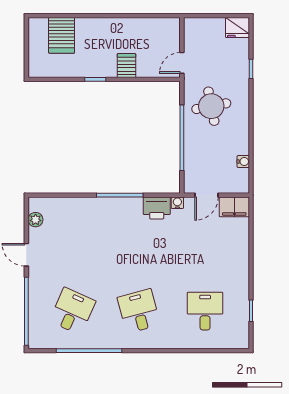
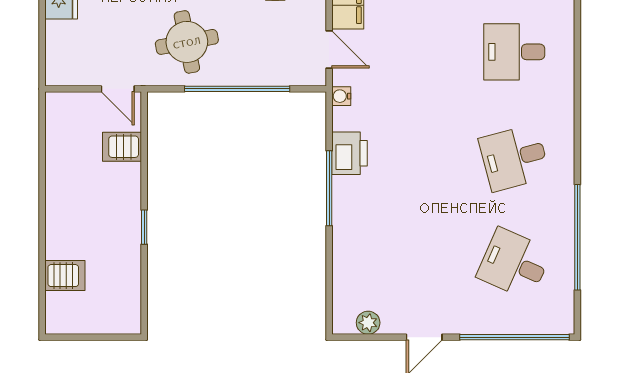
server rack: (62, 35) -> (65, 276), width x0.73, depth x0.70
server rack: (126, 66) -> (122, 147), moved
printer: (157, 208) -> (349, 153), moved

